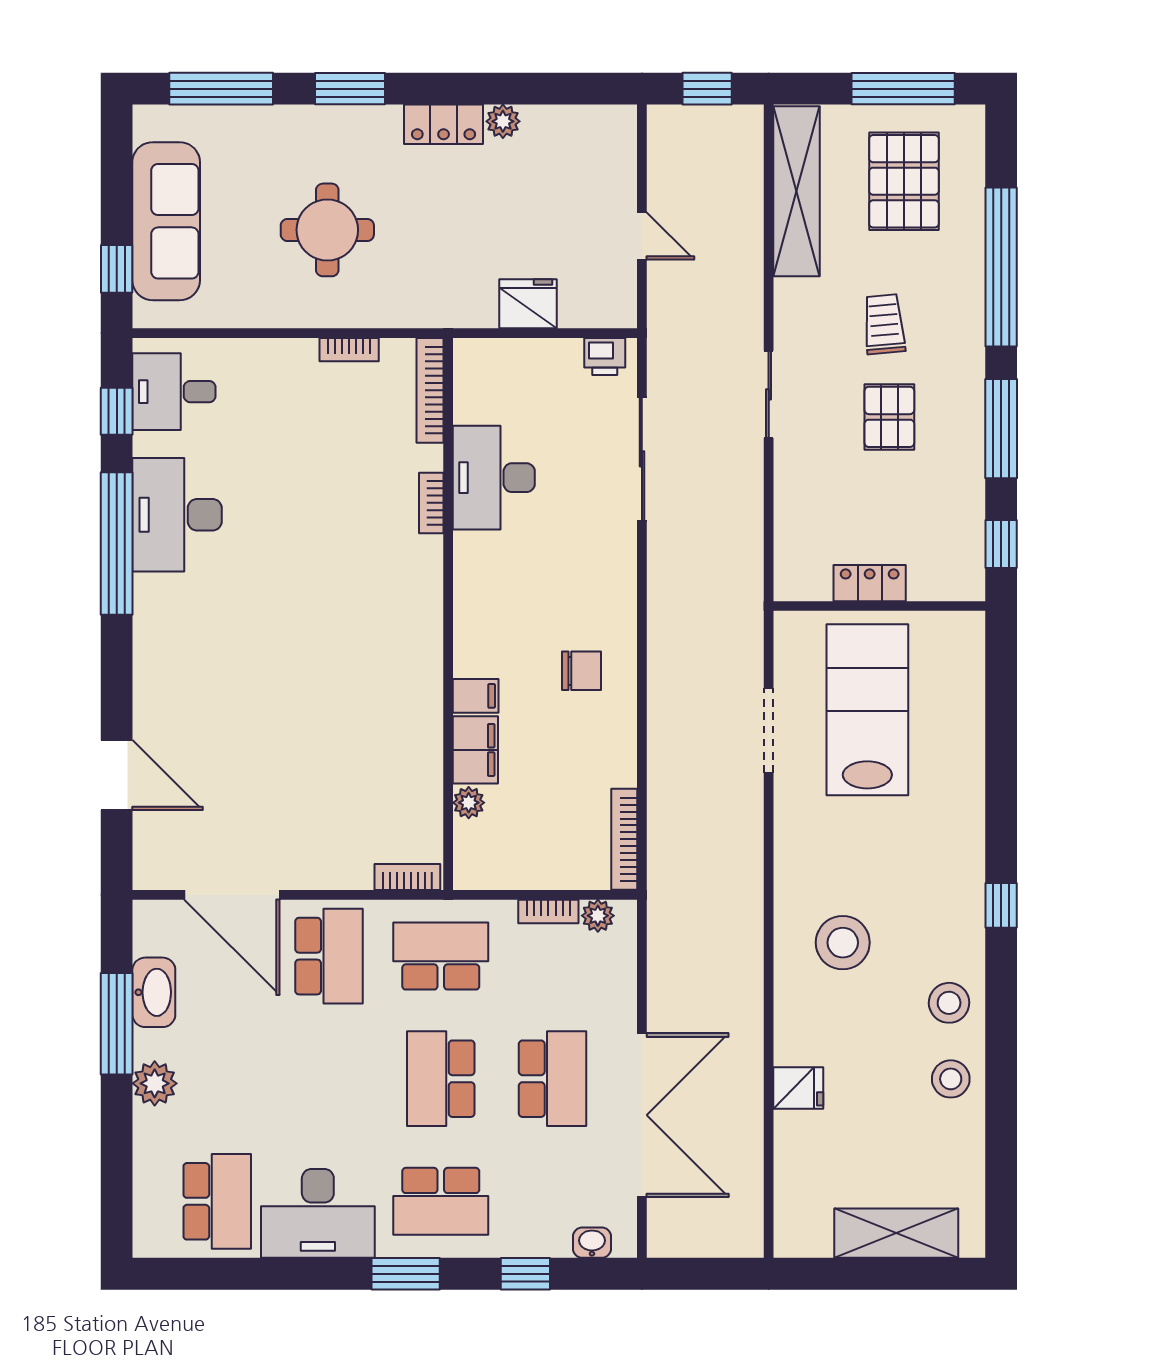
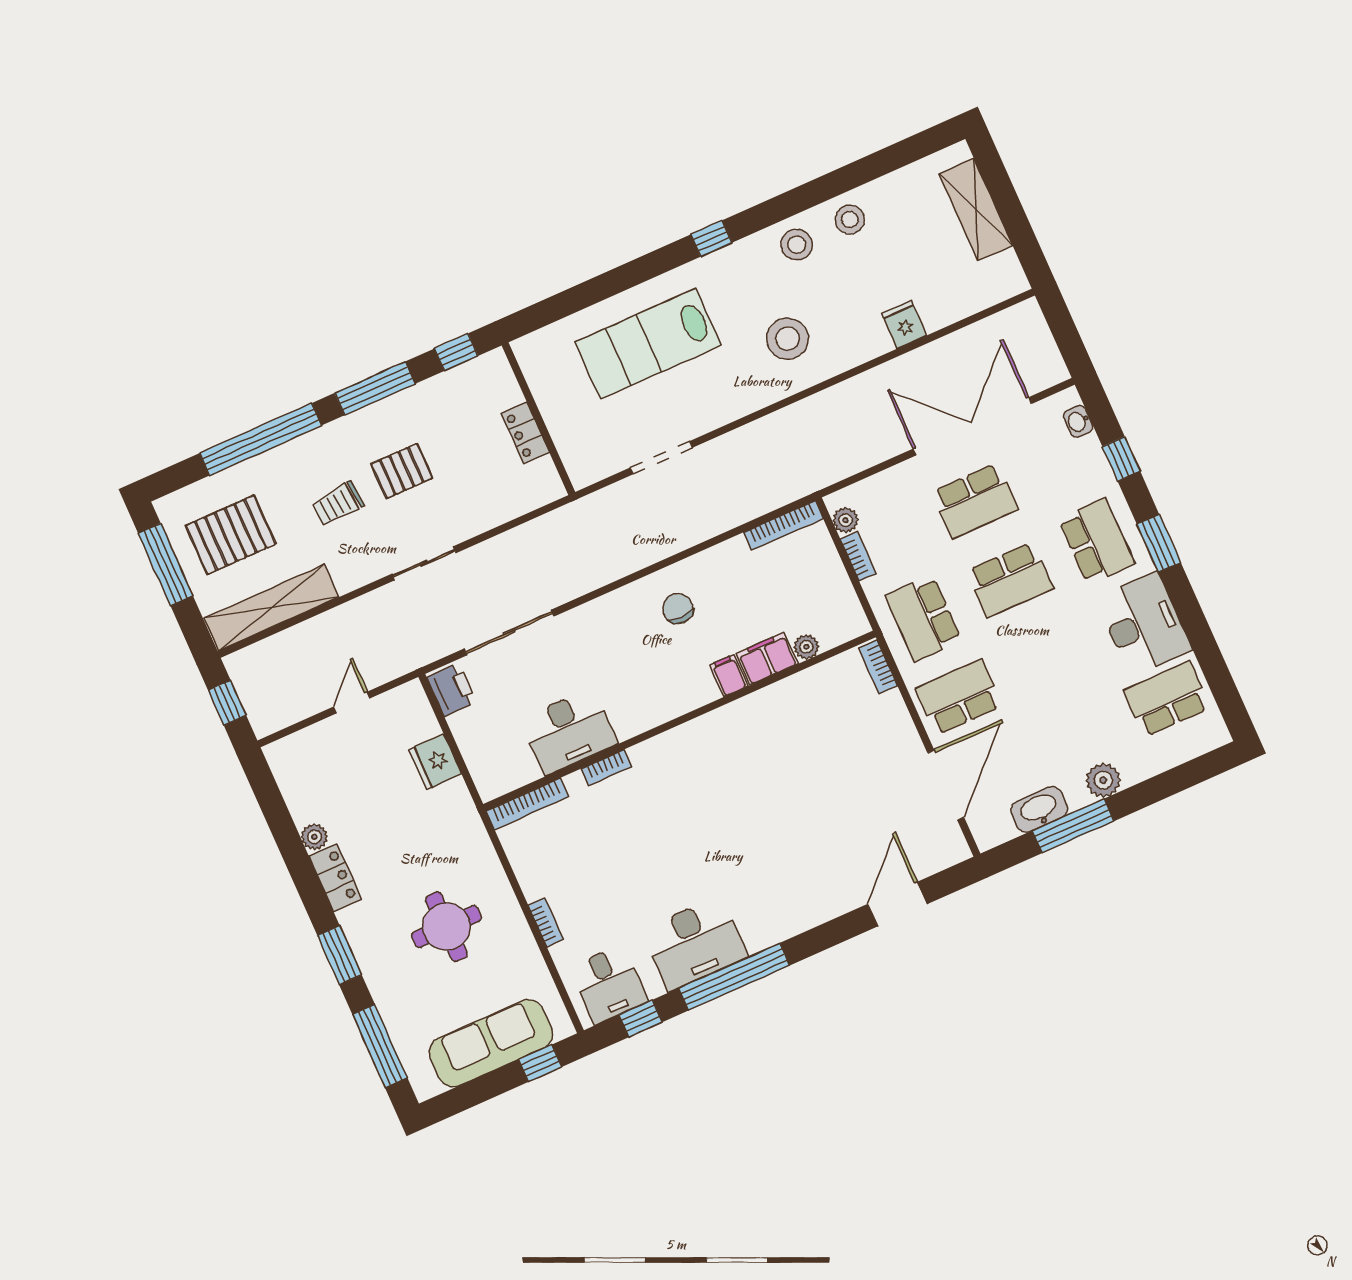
bookcase: (349, 350) -> (546, 922), moved
printer: (605, 356) -> (452, 690), width x1.36, depth x1.24
lab bench: (867, 710) -> (648, 344), moved
school desk: (553, 1079) -> (975, 501), turned 180

